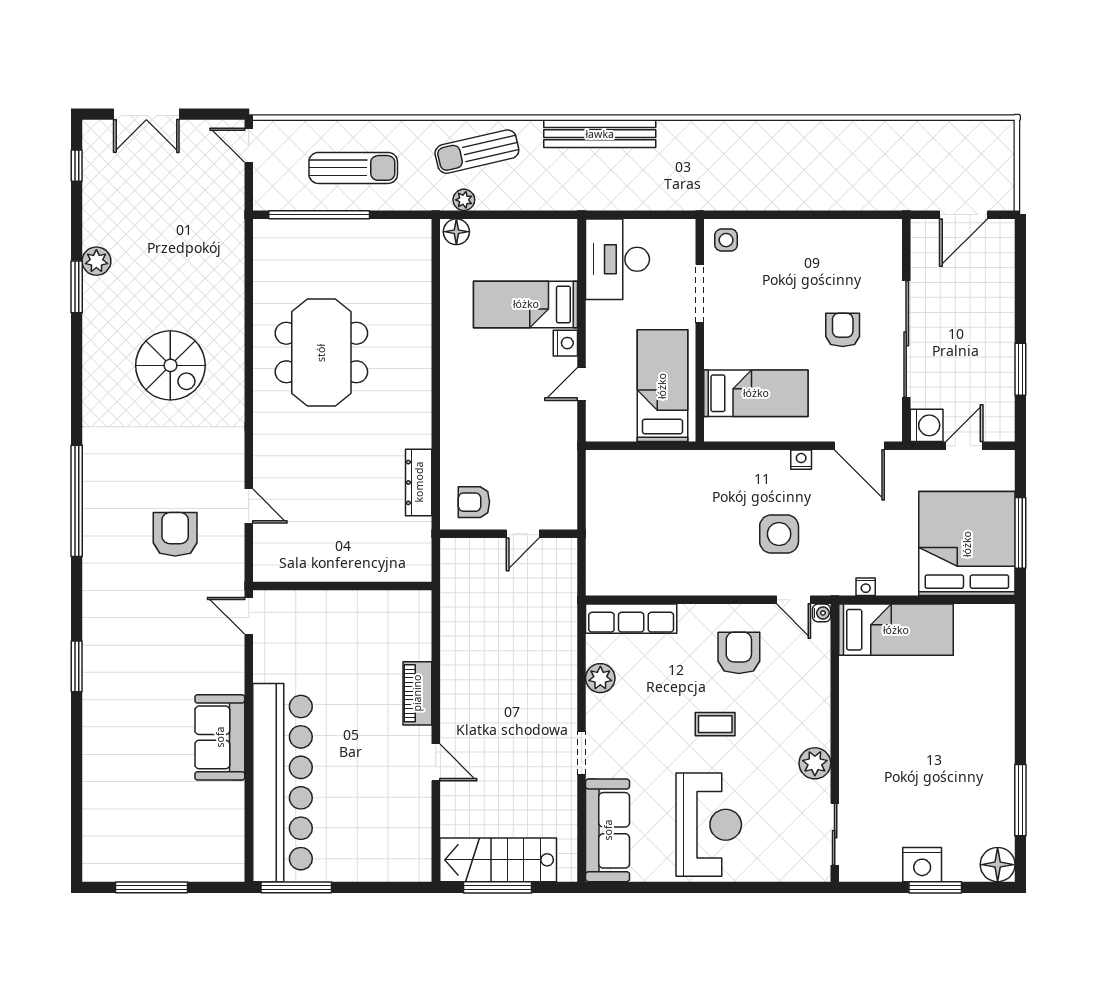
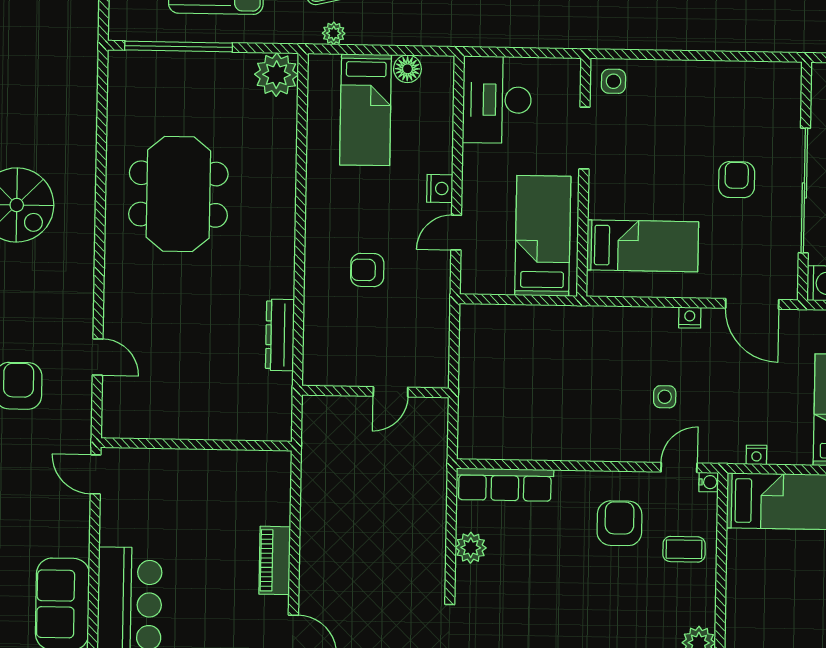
floor lamp: (456, 232) -> (407, 69), moved
plant: (411, 239) -> (276, 75), added
bed: (526, 304) -> (366, 110), moved, turned -90
armchair: (474, 502) -> (367, 270), moved
side table: (779, 534) -> (665, 397), width x0.54, depth x0.54
door: (794, 600) -> (679, 468), swing flipped
coffee table: (715, 724) -> (684, 549), moved

